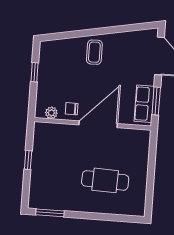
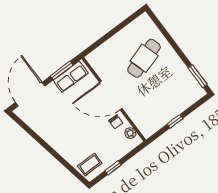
coffee table: (94, 52) -> (90, 164), moved
cafe table: (105, 180) -> (144, 58), turned 71

